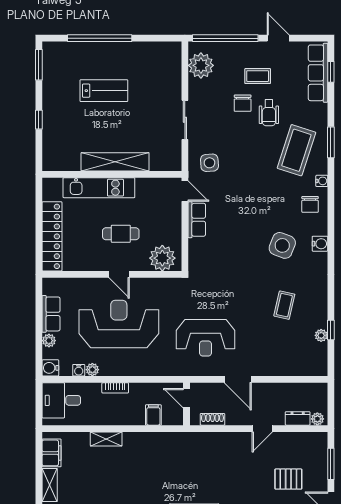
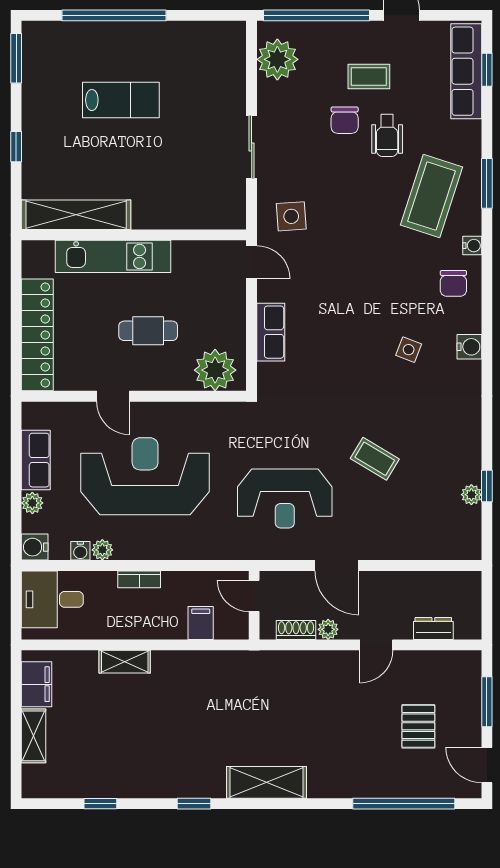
shelving: (115, 162) -> (76, 215), moved
row of seats: (197, 220) -> (271, 332), moved
side table: (282, 245) -> (409, 350), width x0.54, depth x0.54
door: (119, 274) -> (113, 396), moved
coffee table: (284, 305) -> (375, 459), moved, turned -72
plant: (317, 419) -> (328, 629), moved
pallet: (288, 479) -> (418, 726), turned 90

